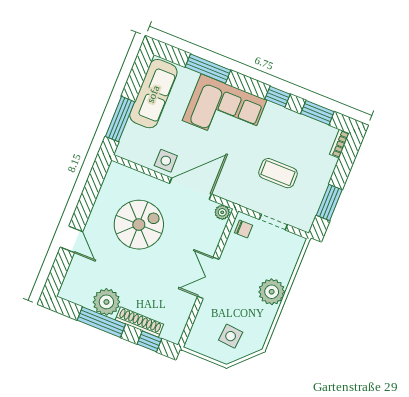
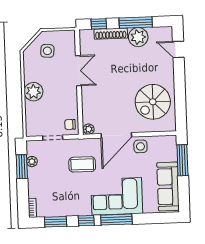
window: (208, 69) -> (116, 220), moved
coffee table: (278, 173) -> (82, 164), moved
plant: (313, 203) -> (32, 162), added
spiral stairs: (139, 225) -> (153, 102), moved
door: (72, 239) -> (178, 49), moved
double door: (208, 278) -> (78, 71), moved

